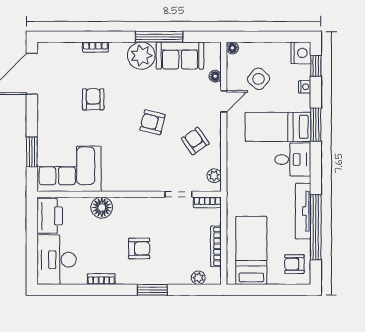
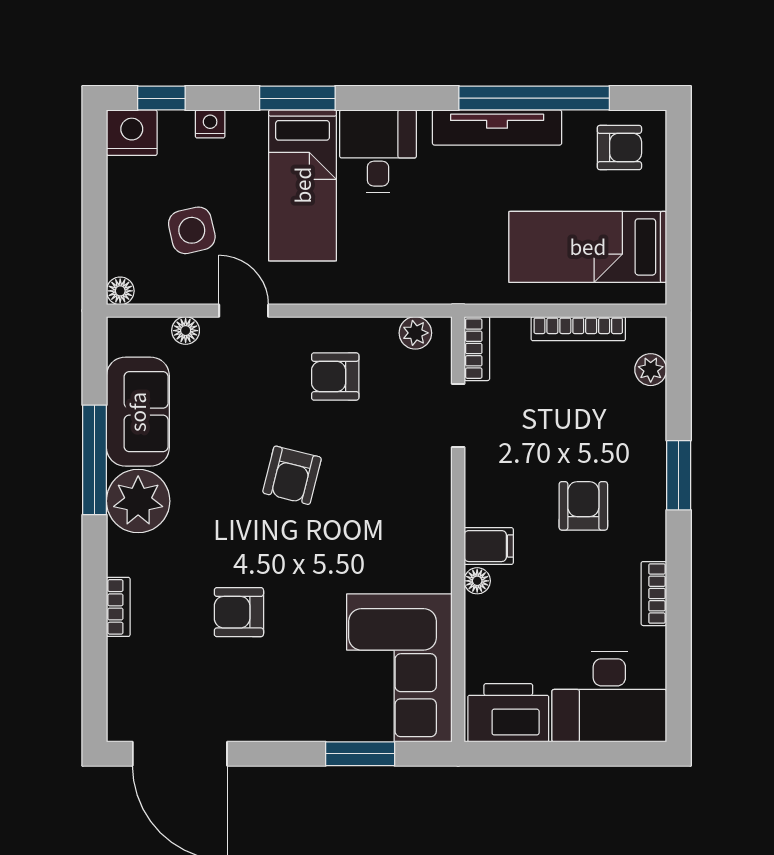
side table: (259, 79) -> (192, 230), turned 37
armchair: (195, 141) -> (335, 376), turned 35
filing cabinet: (122, 207) -> (489, 546), added
floor lamp: (102, 208) -> (477, 581), width x0.53, depth x0.53
armchair: (294, 264) -> (619, 148), turned -90

